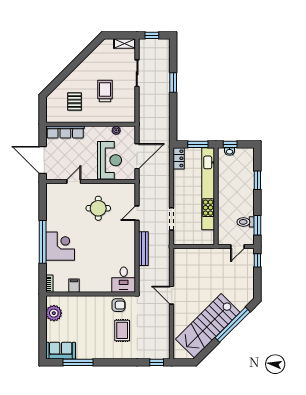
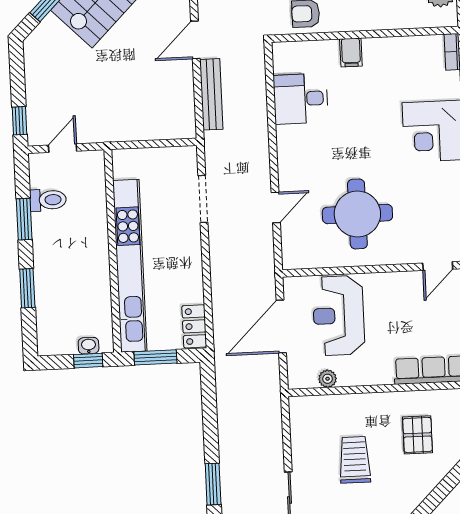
trolley: (105, 91) -> (355, 460), turned 180
door: (74, 182) -> (438, 266), moved
round table: (98, 208) -> (357, 214), width x1.36, depth x1.36
window: (257, 225) -> (24, 219), moved
bench: (143, 249) -> (211, 94), moved
desk: (124, 280) -> (301, 99), moved, turned -90
filing cabinet: (74, 286) -> (351, 52), moved
door: (172, 295) -> (195, 40), swing flipped

